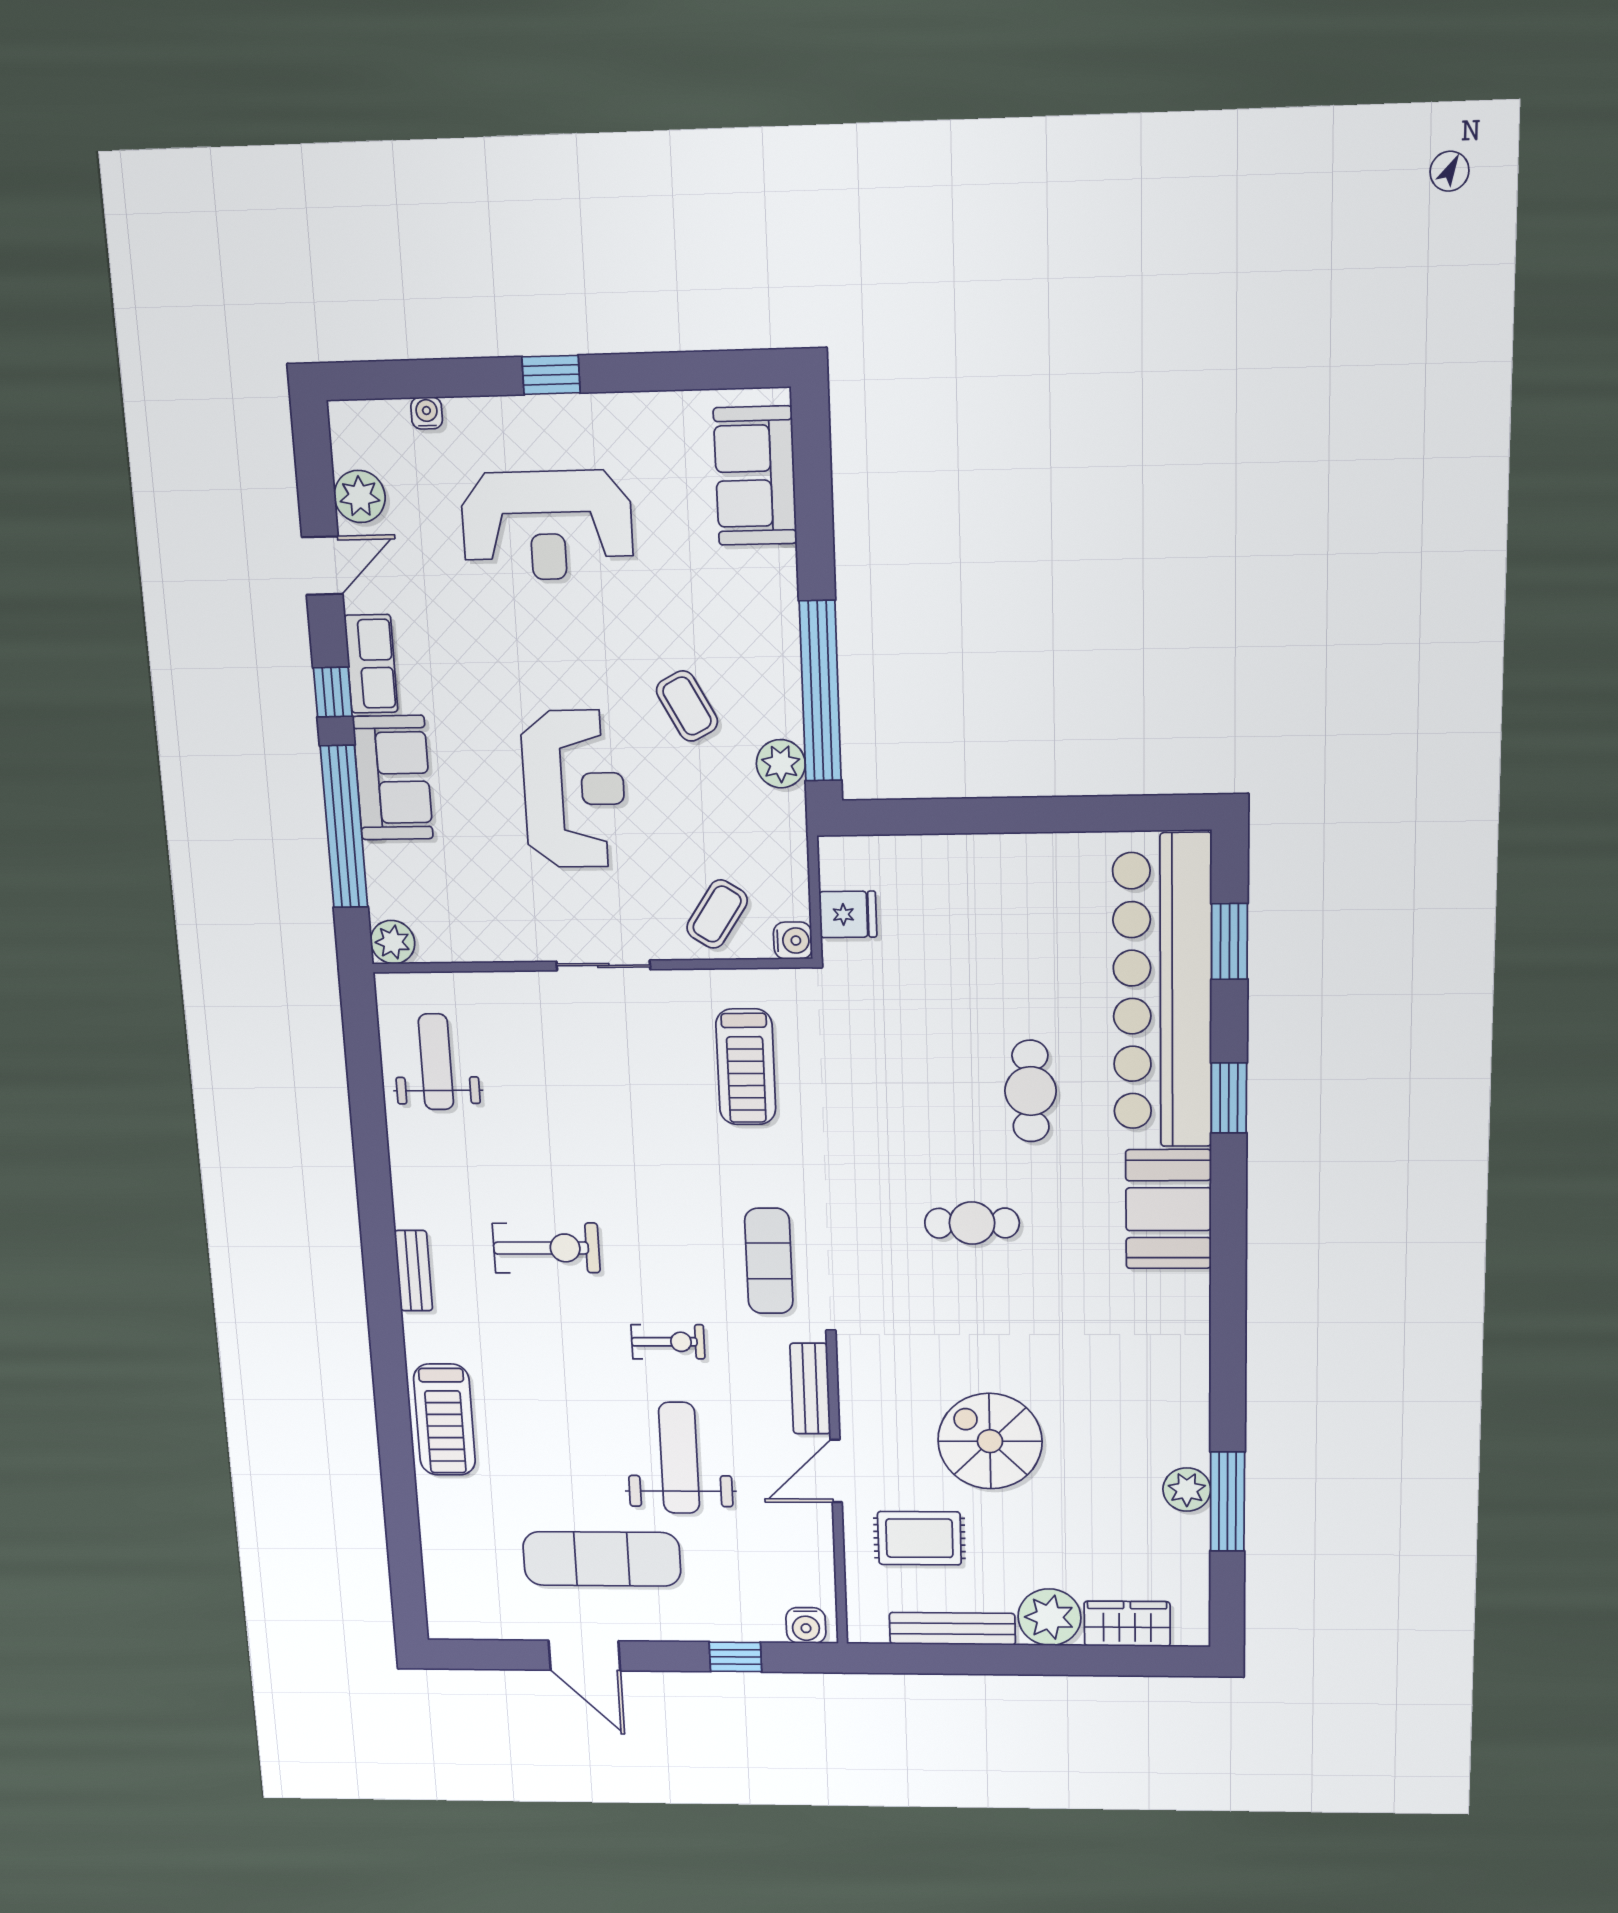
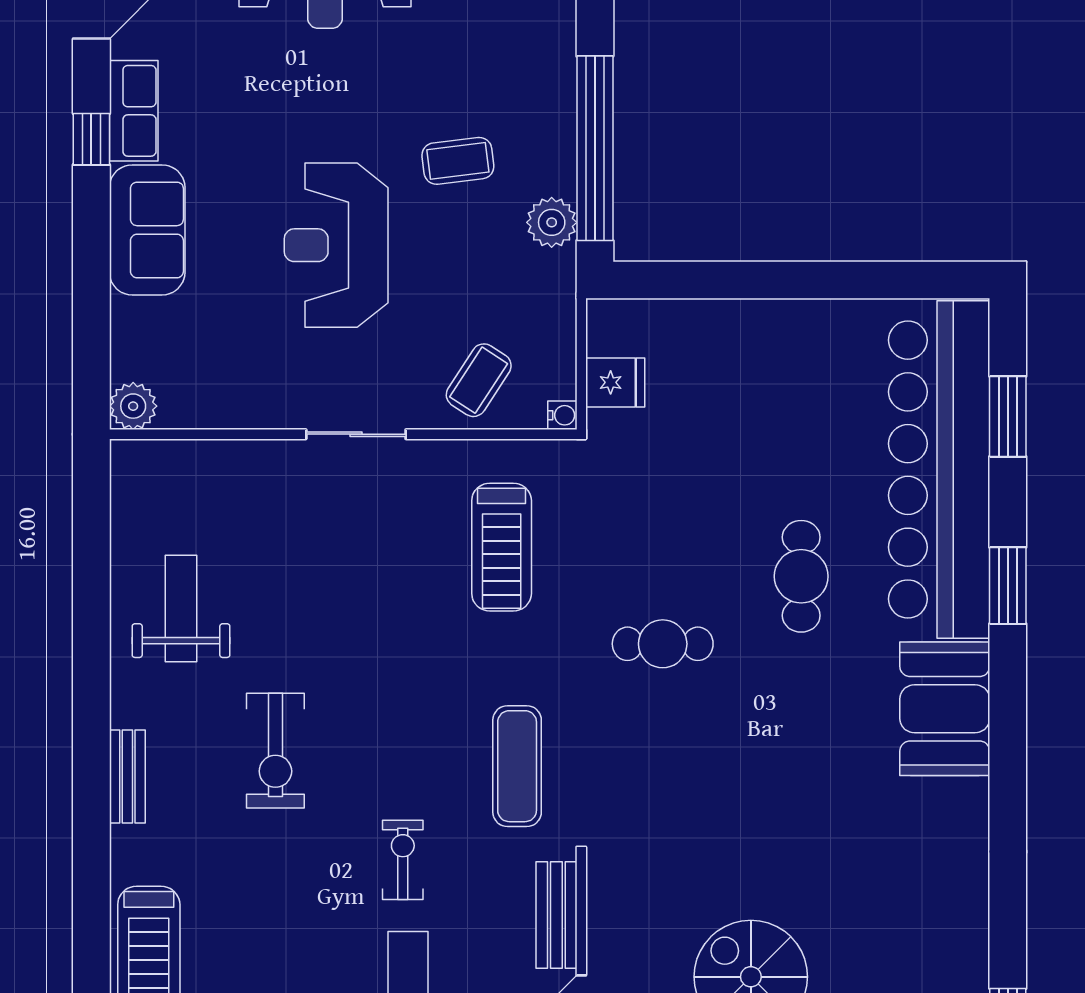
coffee table: (687, 706) -> (458, 161), turned -69
reception desk: (574, 789) -> (336, 245), turned 180
window: (344, 827) -> (91, 281), removed
water cooler: (793, 941) -> (562, 415), width x0.72, depth x0.72
weight bench: (436, 1062) -> (181, 609), moved
cafe table: (972, 1223) -> (663, 644), moved
exercise bike: (546, 1248) -> (275, 751), turned 90
exercise bike: (668, 1342) -> (403, 860), turned -90

